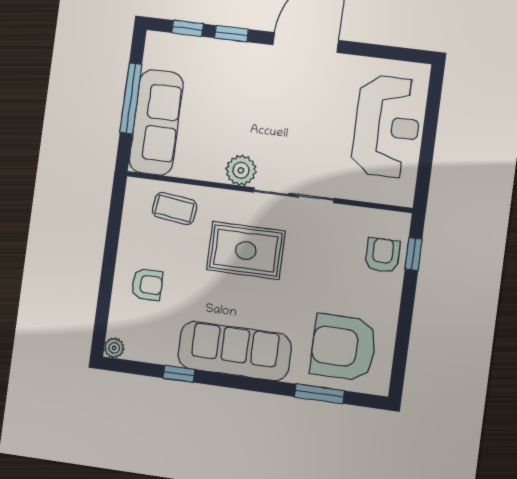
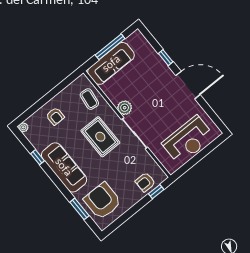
window: (188, 28) -> (152, 41), removed
armchair: (383, 255) -> (145, 182), turned 180

